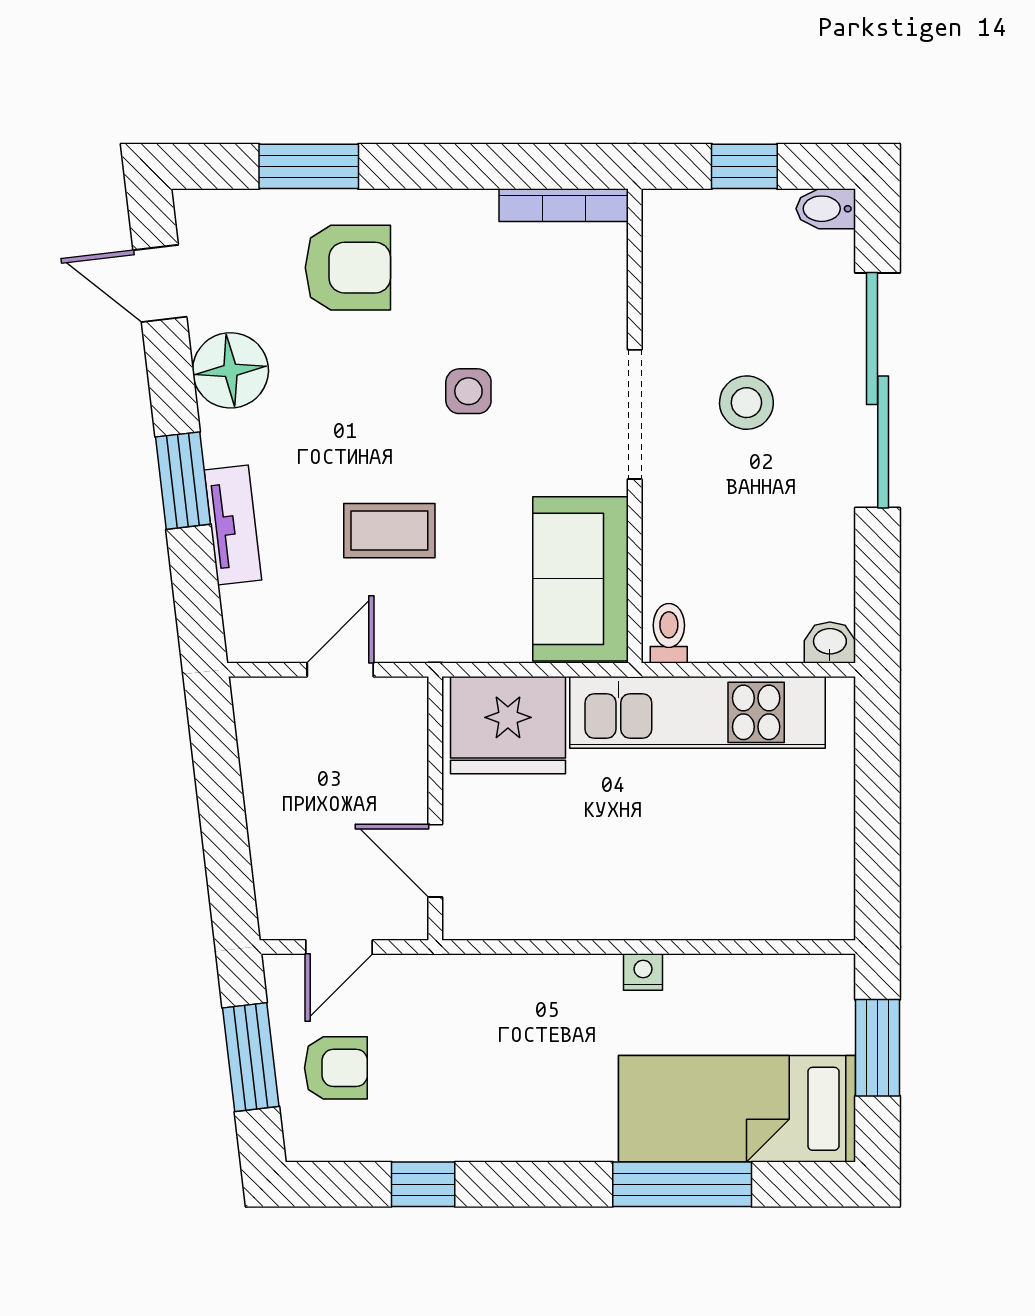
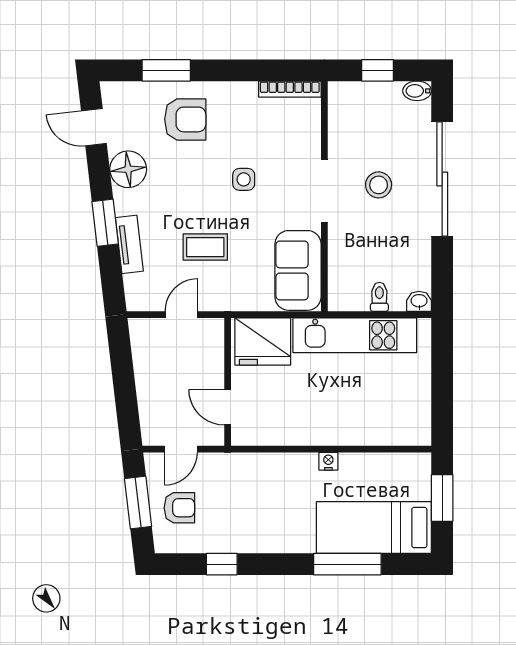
toilet: (669, 633) -> (379, 297), moved

